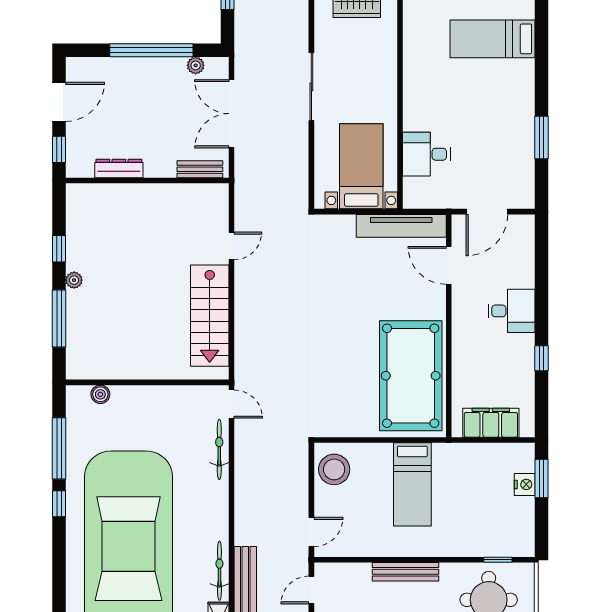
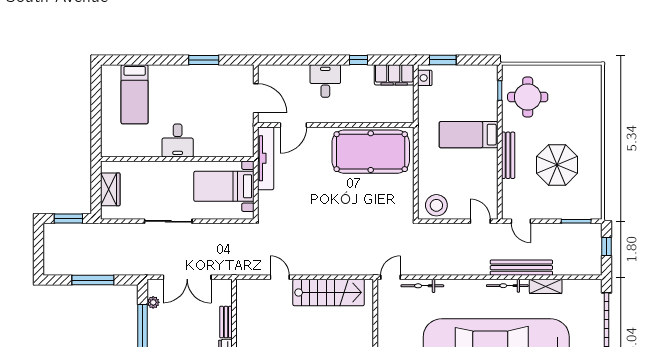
desk: (426, 154) -> (178, 141), moved
bench: (200, 169) -> (226, 322), moved
filing cabinet: (491, 423) -> (394, 75), moved, turned -90
bed: (412, 484) -> (469, 135), moved, turned 180
nightstand: (525, 484) -> (425, 78), moved, turned -90

